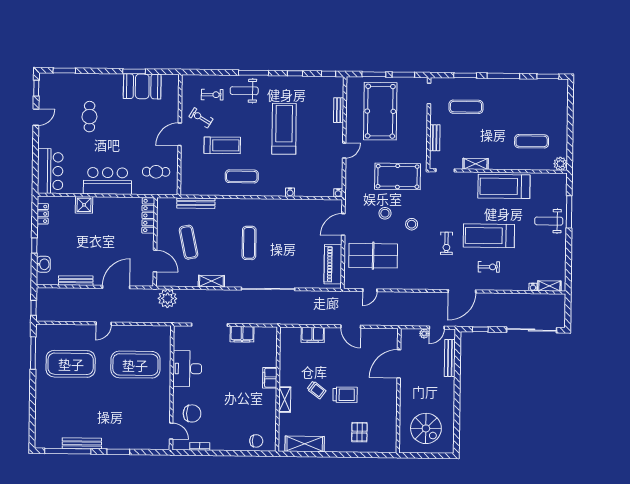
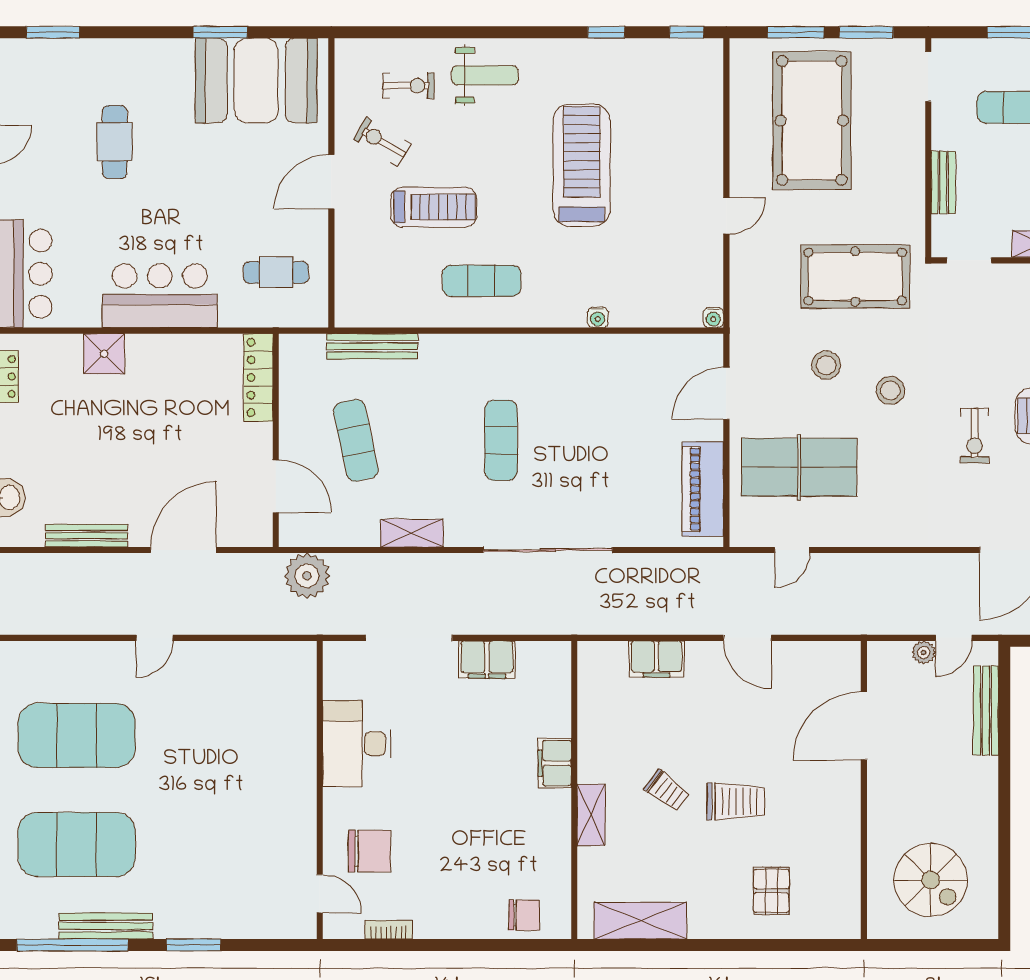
window: (254, 73) -> (507, 32), removed
booth: (142, 86) -> (256, 81), width x1.36, depth x1.42
weight bench: (244, 91) -> (485, 75), turned 180
bench: (339, 110) -> (712, 119), removed
exercise mat: (135, 365) -> (77, 845), moved

